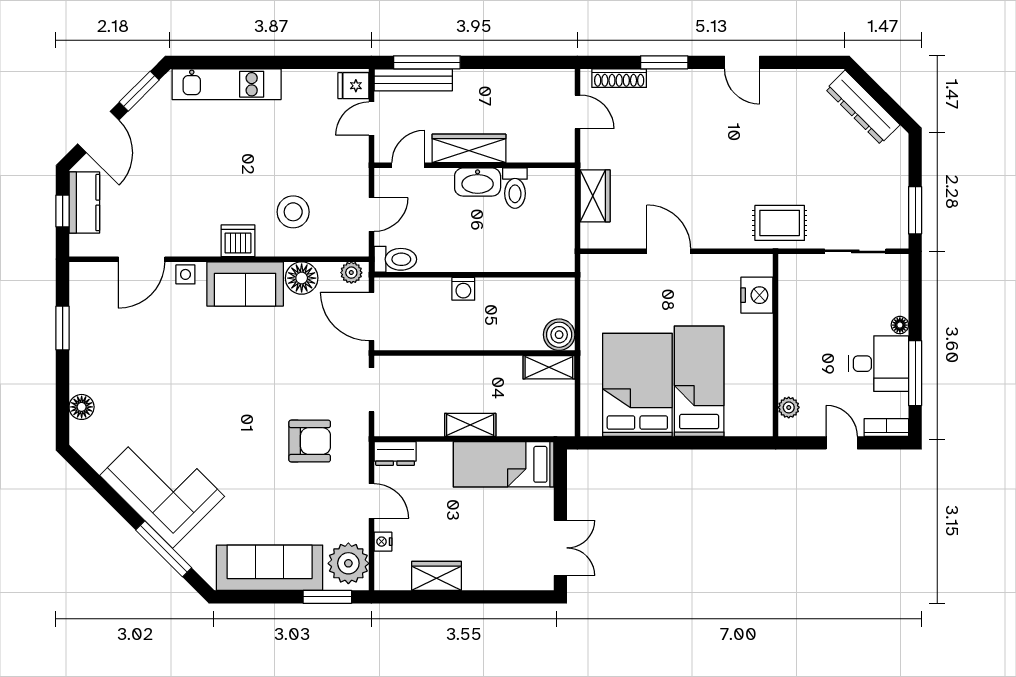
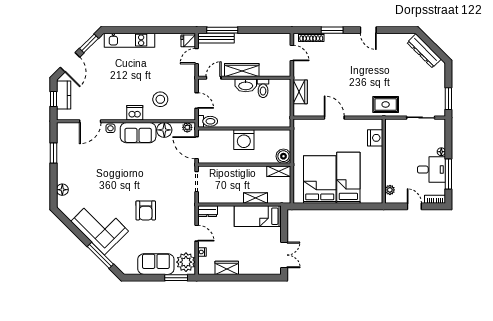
door: (371, 214) -> (197, 101), hinge flipped
washing machine: (463, 289) -> (244, 140), width x1.89, depth x1.89
shelving: (470, 425) -> (255, 198), moved
armchair: (310, 441) -> (146, 210), moved, turned 90
sofa: (270, 568) -> (156, 264), width x0.73

